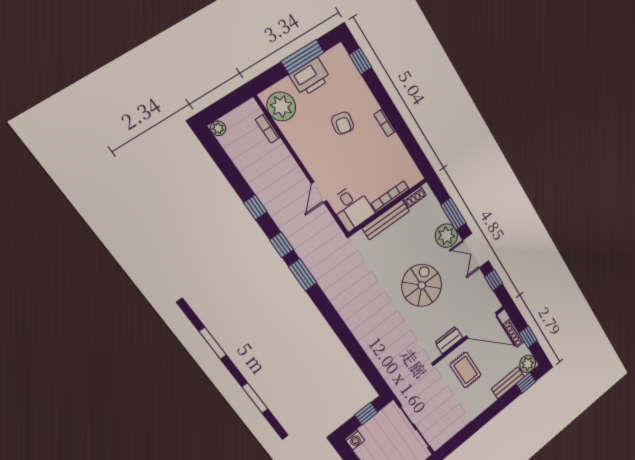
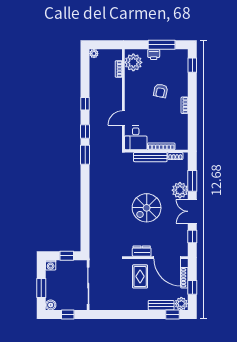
printer: (310, 77) -> (154, 54), width x0.53, depth x0.68
spiral stairs: (422, 285) -> (147, 208), turned 180

